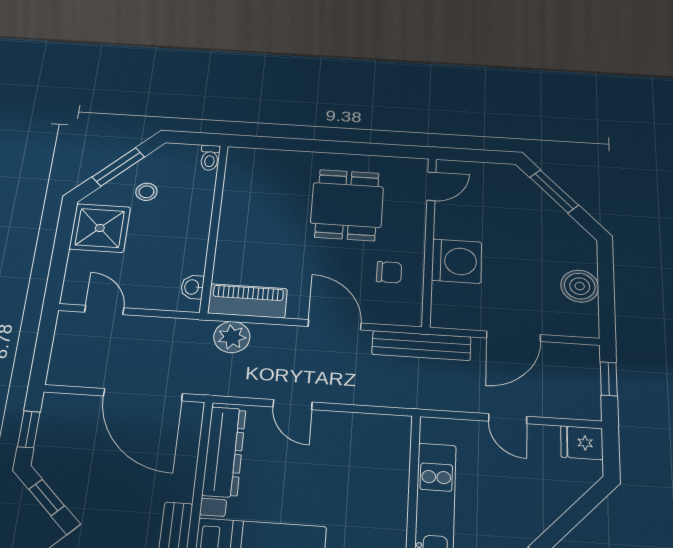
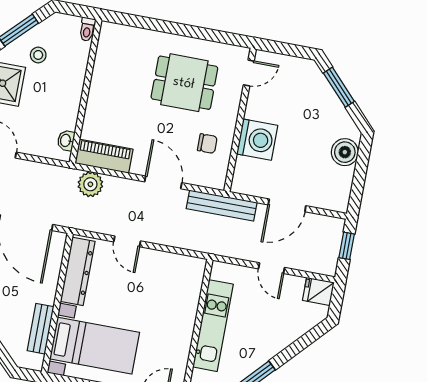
dining table: (347, 205) -> (184, 83), turned 90
boiler: (580, 286) -> (345, 152), moved

